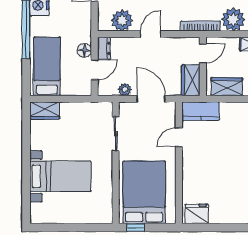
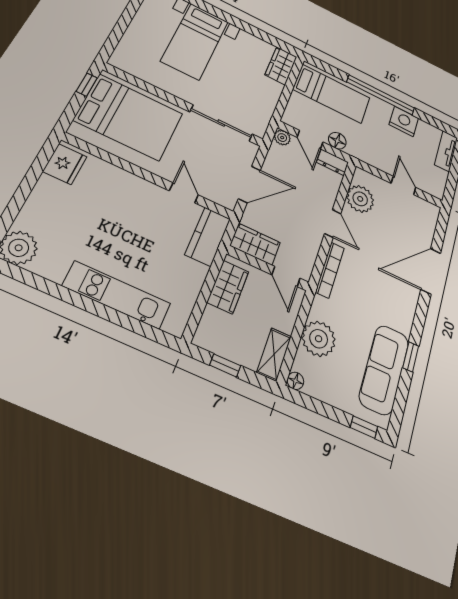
bookcase: (200, 26) -> (330, 270), moved
plant: (125, 90) -> (282, 138), moved
sliding door: (116, 134) -> (221, 123), width x1.37

